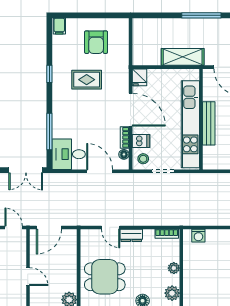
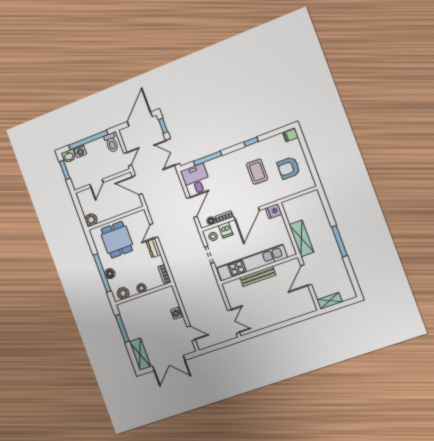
washing machine: (198, 236) -> (177, 313), moved

